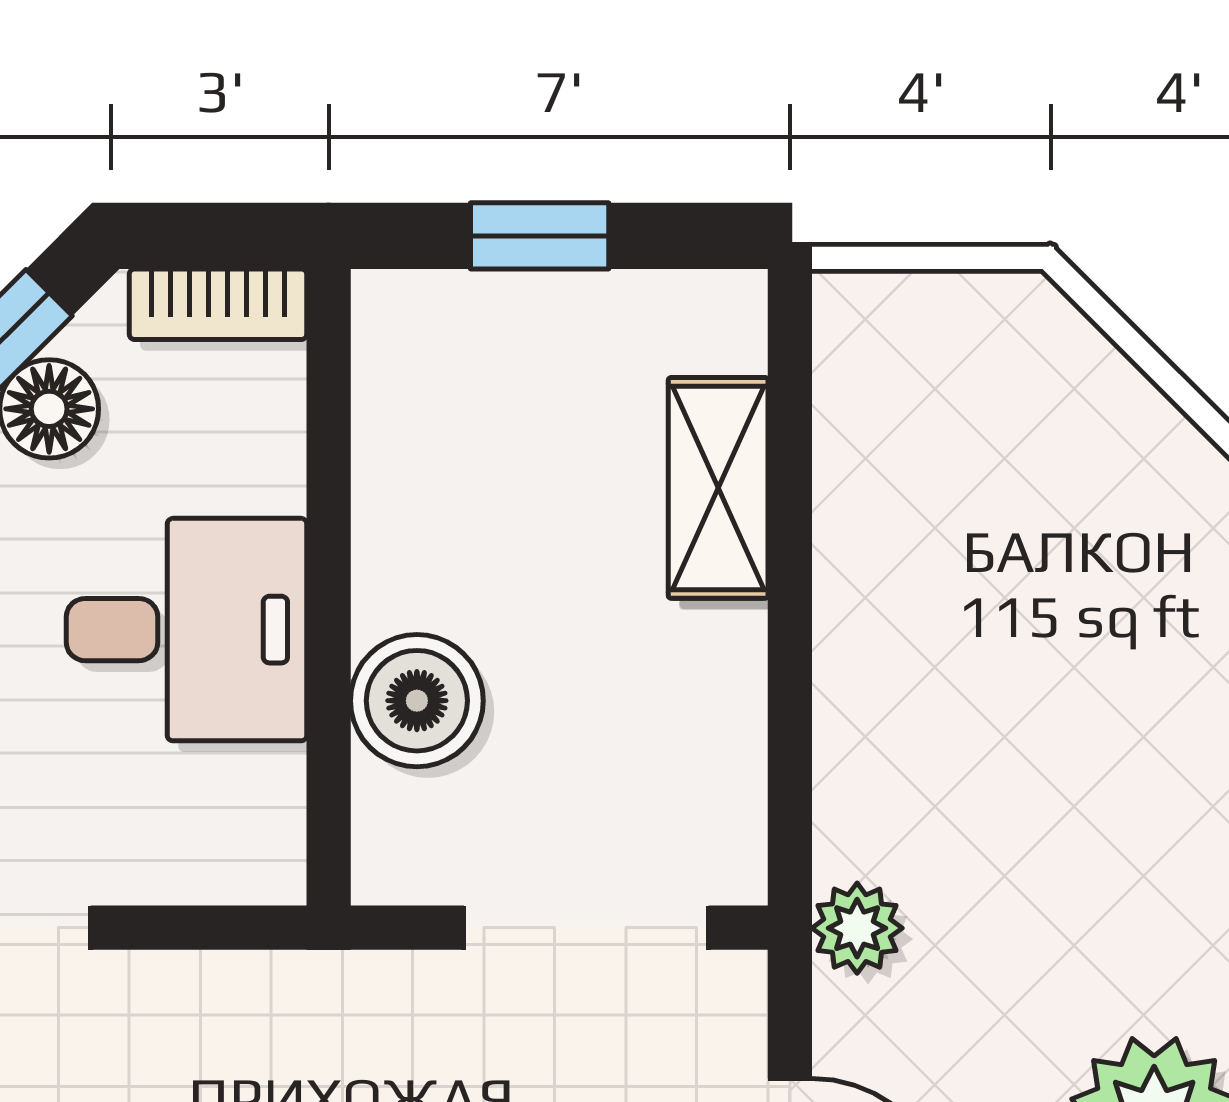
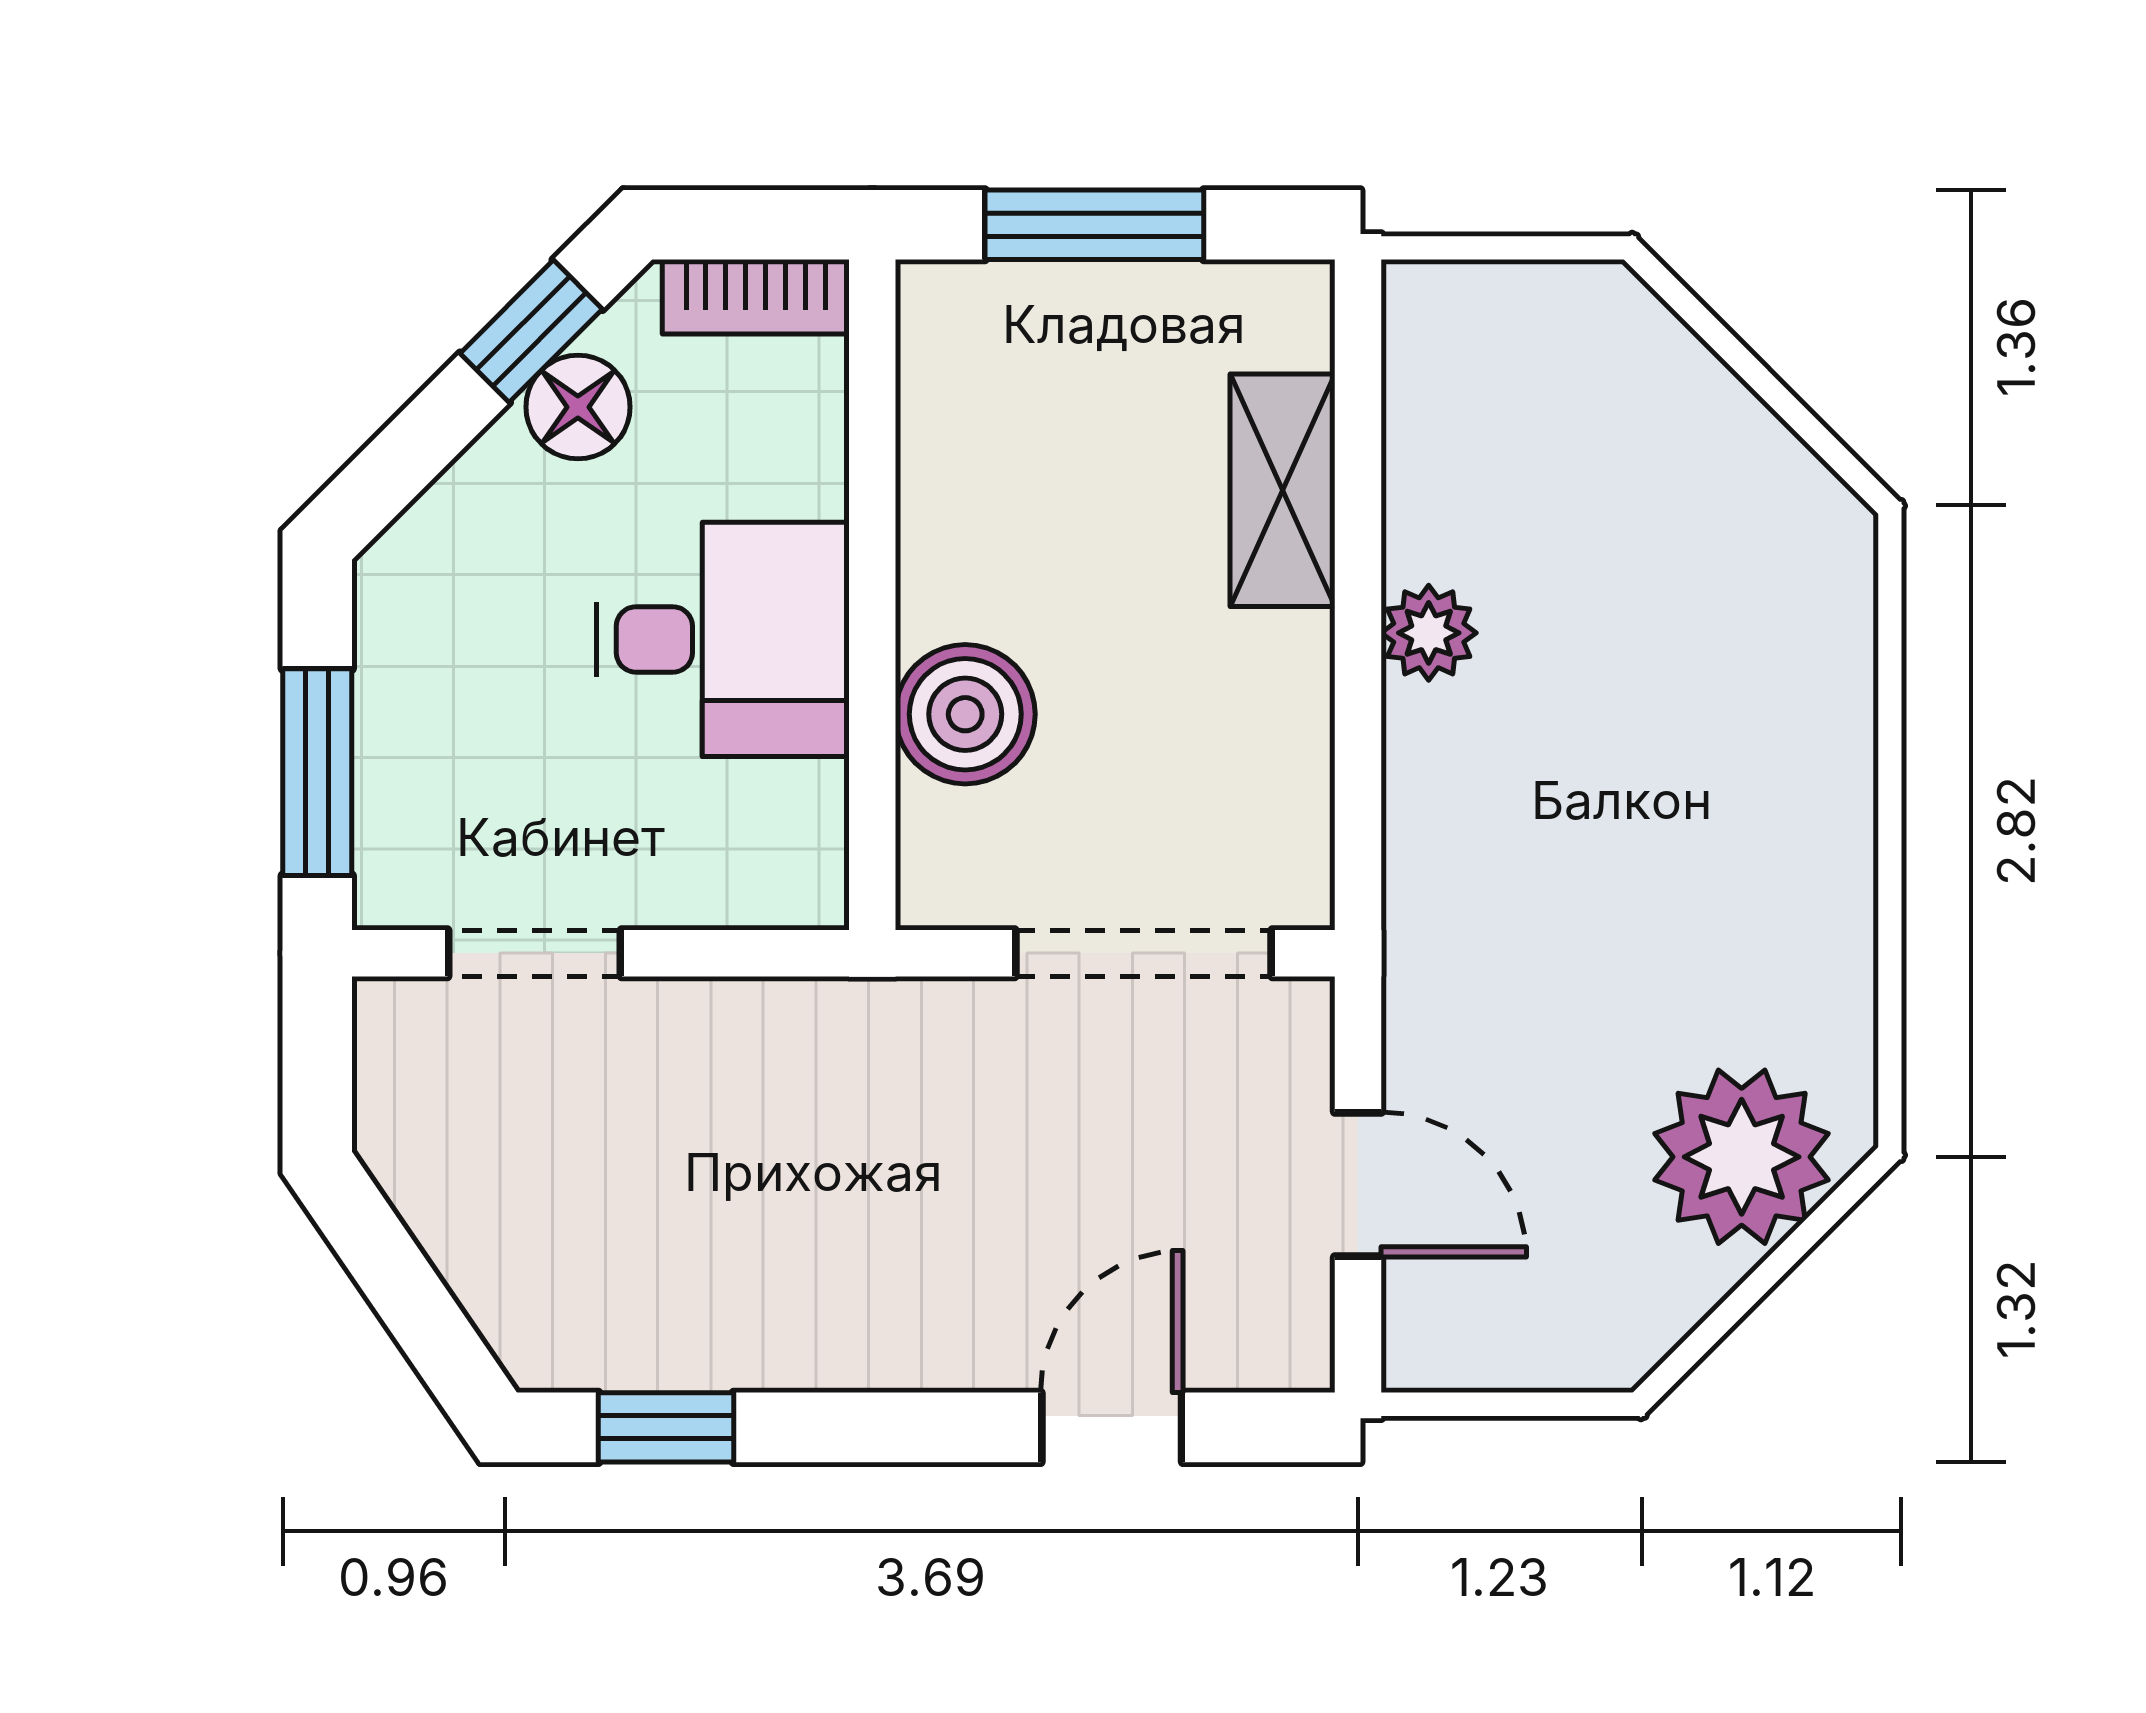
window: (540, 236) -> (1094, 225), width x1.50
plant: (857, 928) -> (1429, 633), moved

